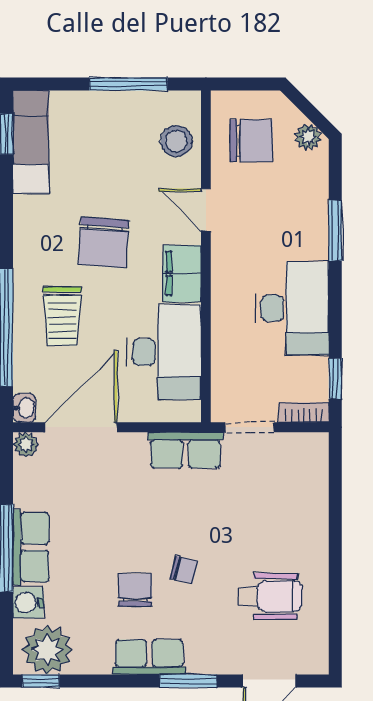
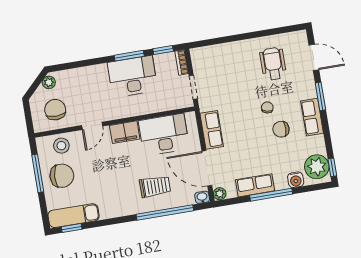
window: (335, 231) -> (129, 56), moved
chair: (104, 242) -> (62, 176), moved
row of seats: (185, 450) -> (212, 130), moved
row of seats: (31, 547) -> (255, 185), moved

